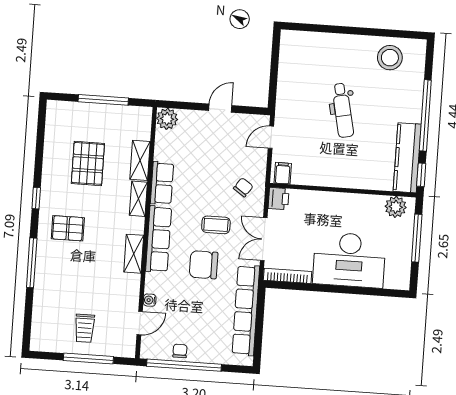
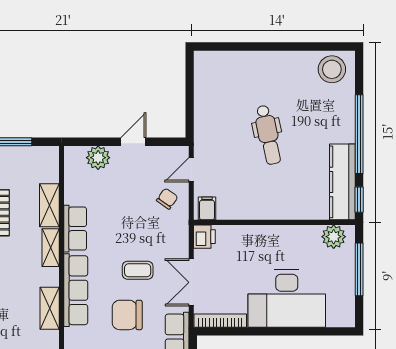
stool: (390, 58) -> (332, 69), moved
plant: (167, 119) -> (98, 158), moved
chair: (243, 187) -> (167, 199), moved

